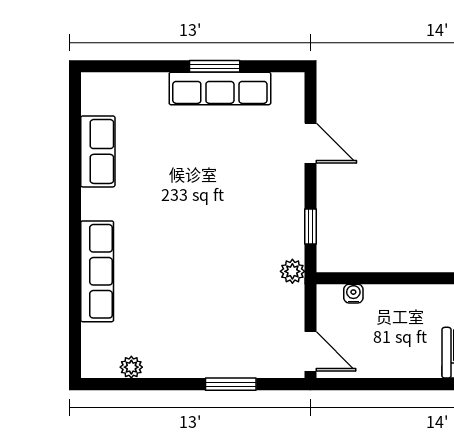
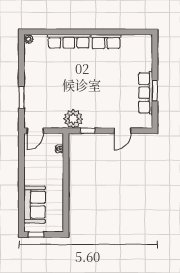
row of seats: (98, 151) -> (106, 42), moved
plant: (292, 271) -> (73, 119), width x1.88, depth x1.88
plant: (131, 367) -> (29, 39), moved

